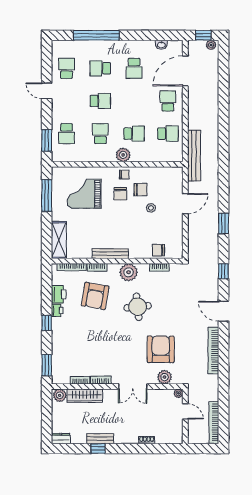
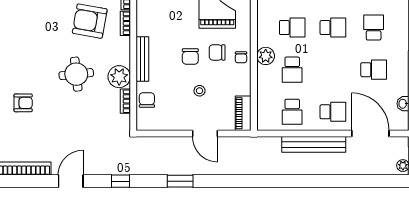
school desk: (134, 68) -> (374, 70), turned 180
school desk: (100, 101) -> (333, 28), turned -90
bench: (194, 155) -> (314, 144), moved
piano: (169, 173) -> (243, 113), added
chair: (141, 190) -> (190, 56), moved
bench: (110, 254) -> (142, 59), moved
plant: (129, 272) -> (119, 77), moved
armchair: (161, 349) -> (23, 103), width x0.53, depth x0.53

